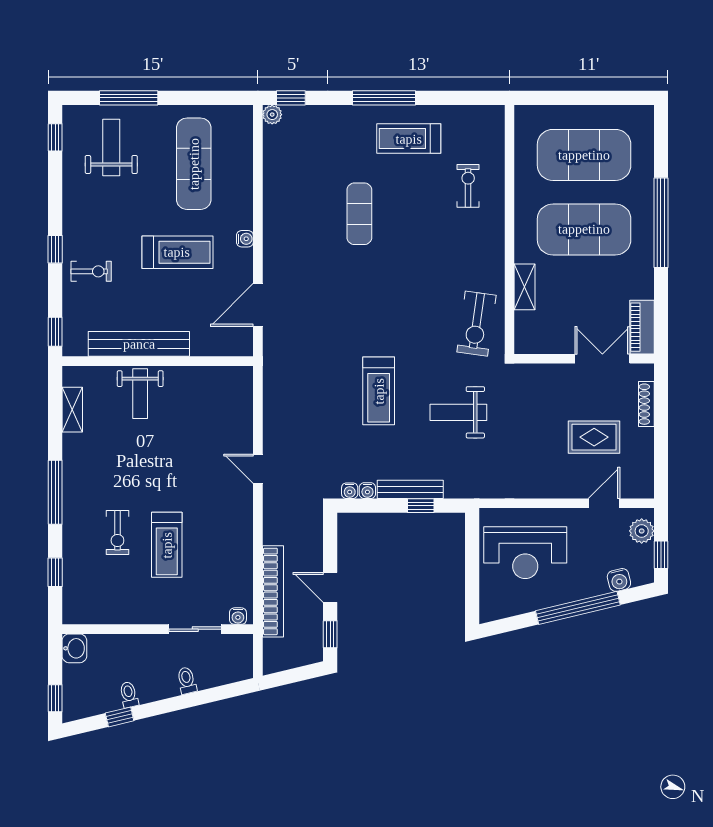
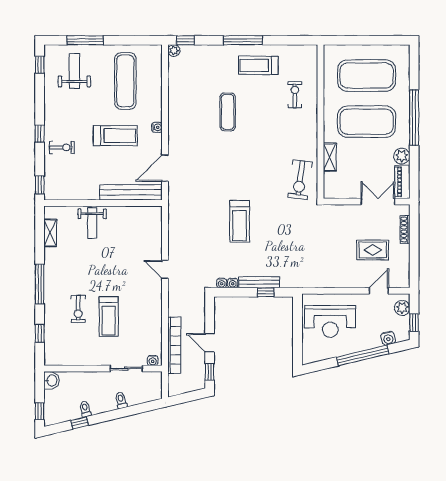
plant: (641, 285) -> (402, 156), added
bench: (139, 344) -> (131, 192), moved
weight bench: (458, 412) -> (289, 235), removed

